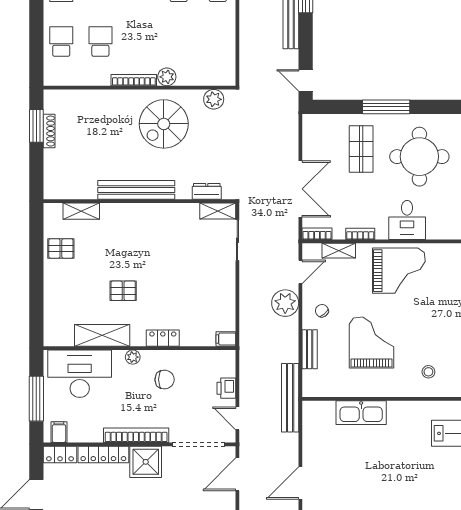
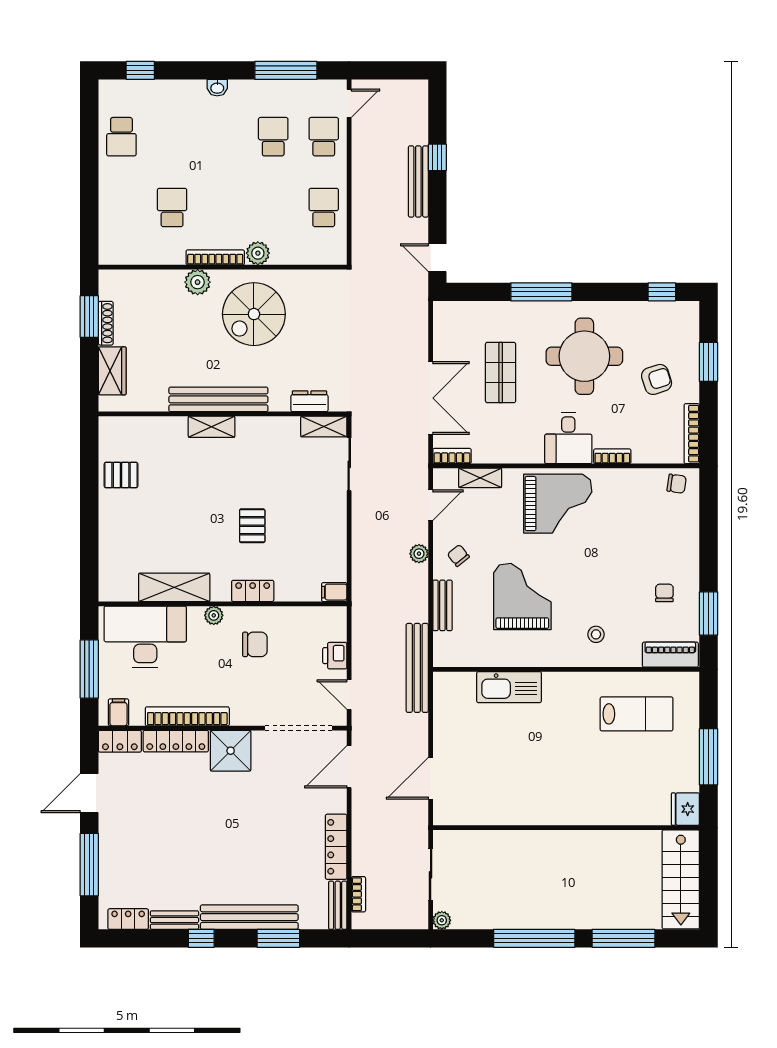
school desk: (61, 42) -> (324, 208), moved
plant: (214, 99) -> (198, 282), moved
shop shelf: (361, 149) -> (501, 373), moved
wardrobe: (54, 168) -> (112, 371), added
shelving: (81, 211) -> (212, 427), moved
bookcase: (360, 234) -> (612, 456), moved
pallet: (123, 291) -> (252, 526), moved, turned 90
plant: (285, 303) -> (419, 554), width x0.53, depth x0.53
bookcase: (136, 435) -> (187, 716), moved

